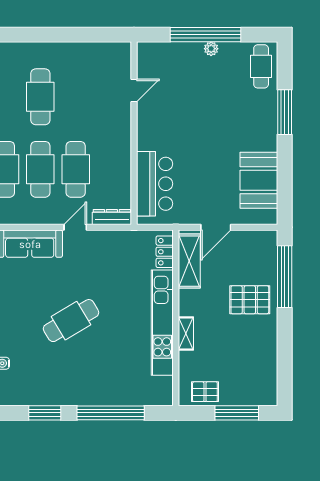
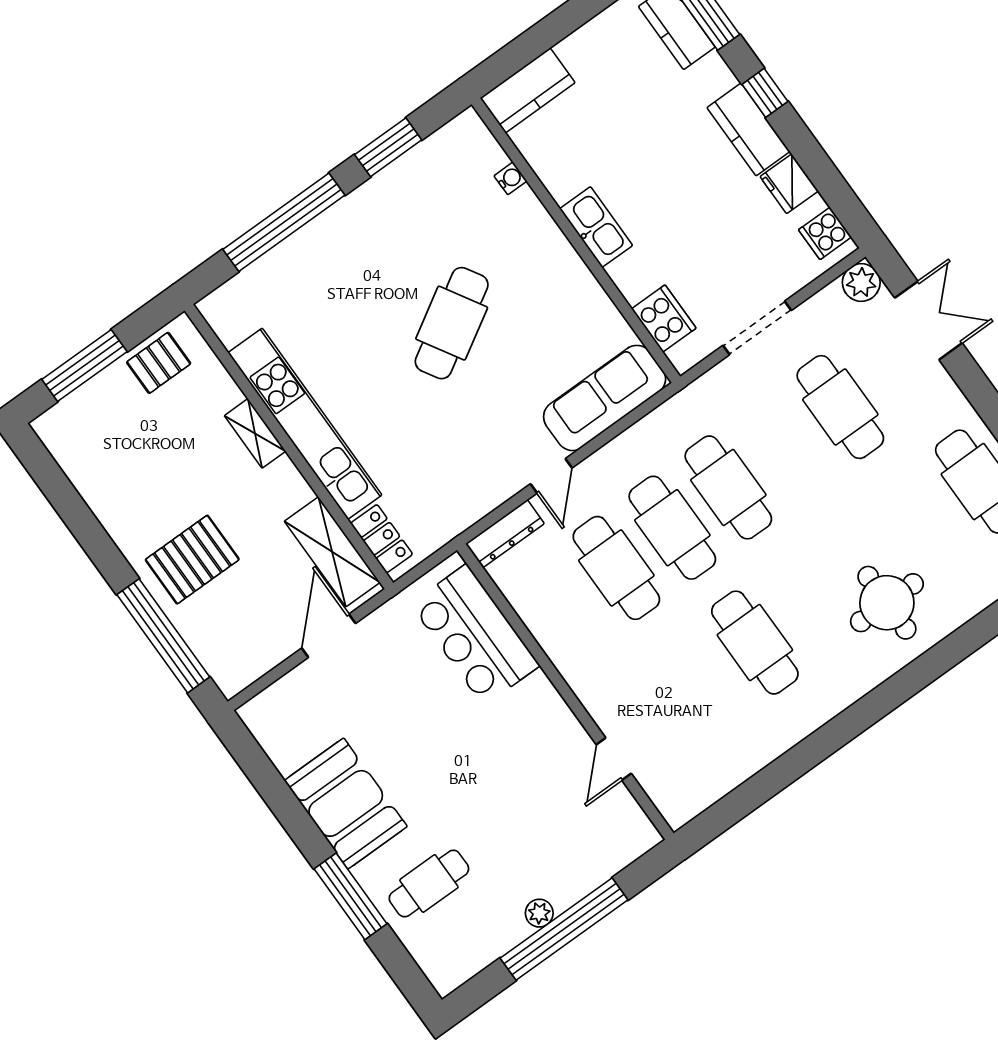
cafe table: (261, 66) -> (429, 884), moved, turned 90
booth: (259, 180) -> (346, 803), moved

